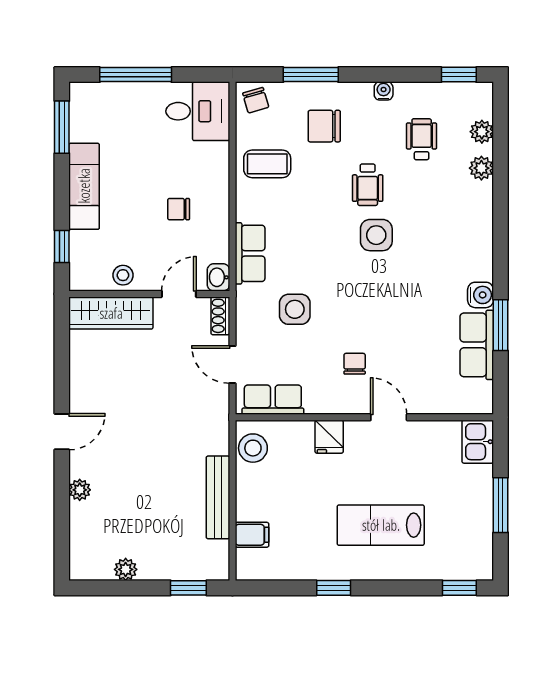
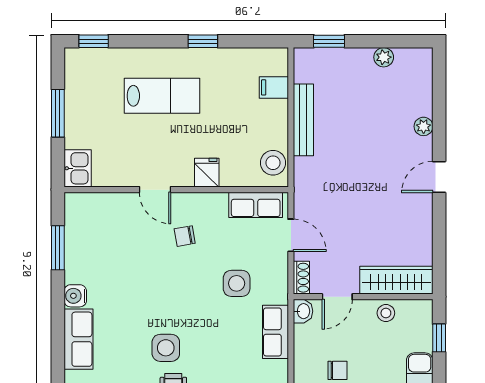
window: (501, 325) -> (58, 248), moved
row of seats: (477, 345) -> (78, 339), moved
chair: (355, 364) -> (185, 236), turned 80

